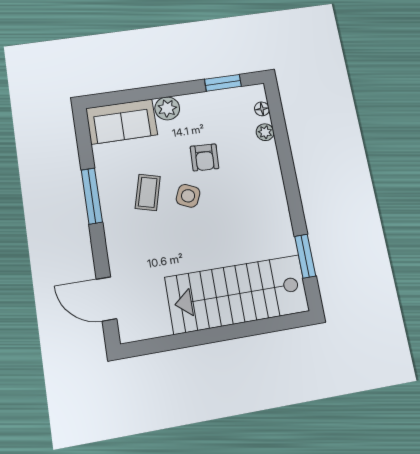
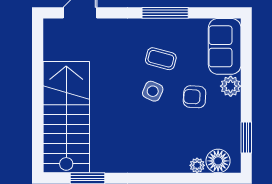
floor lamp: (262, 109) -> (218, 161), width x1.89, depth x1.89
armchair: (205, 157) -> (195, 97), moved

